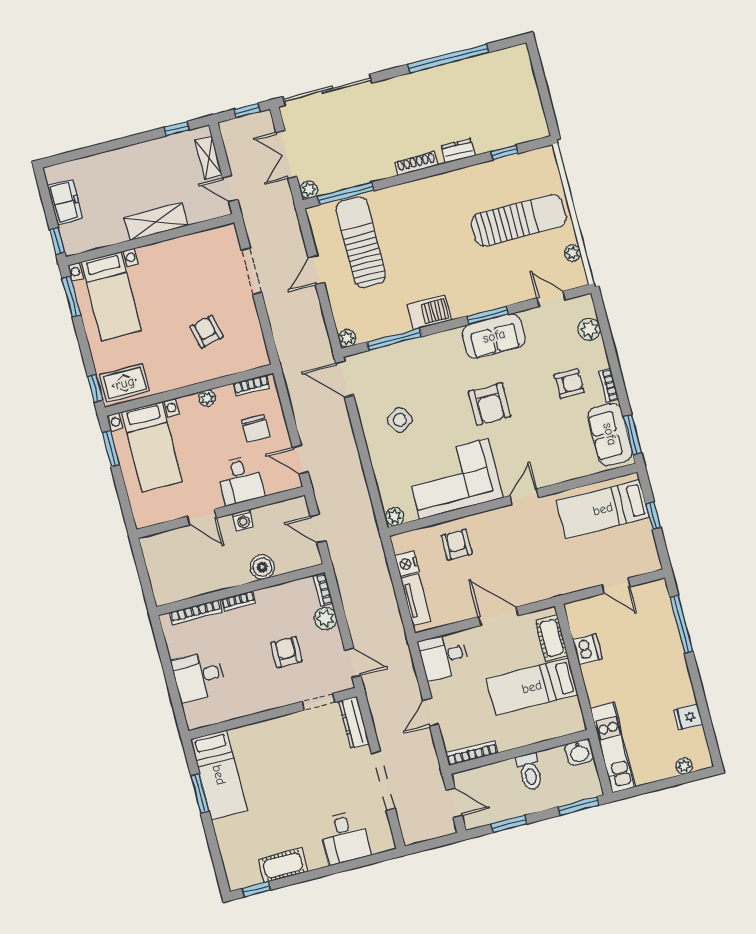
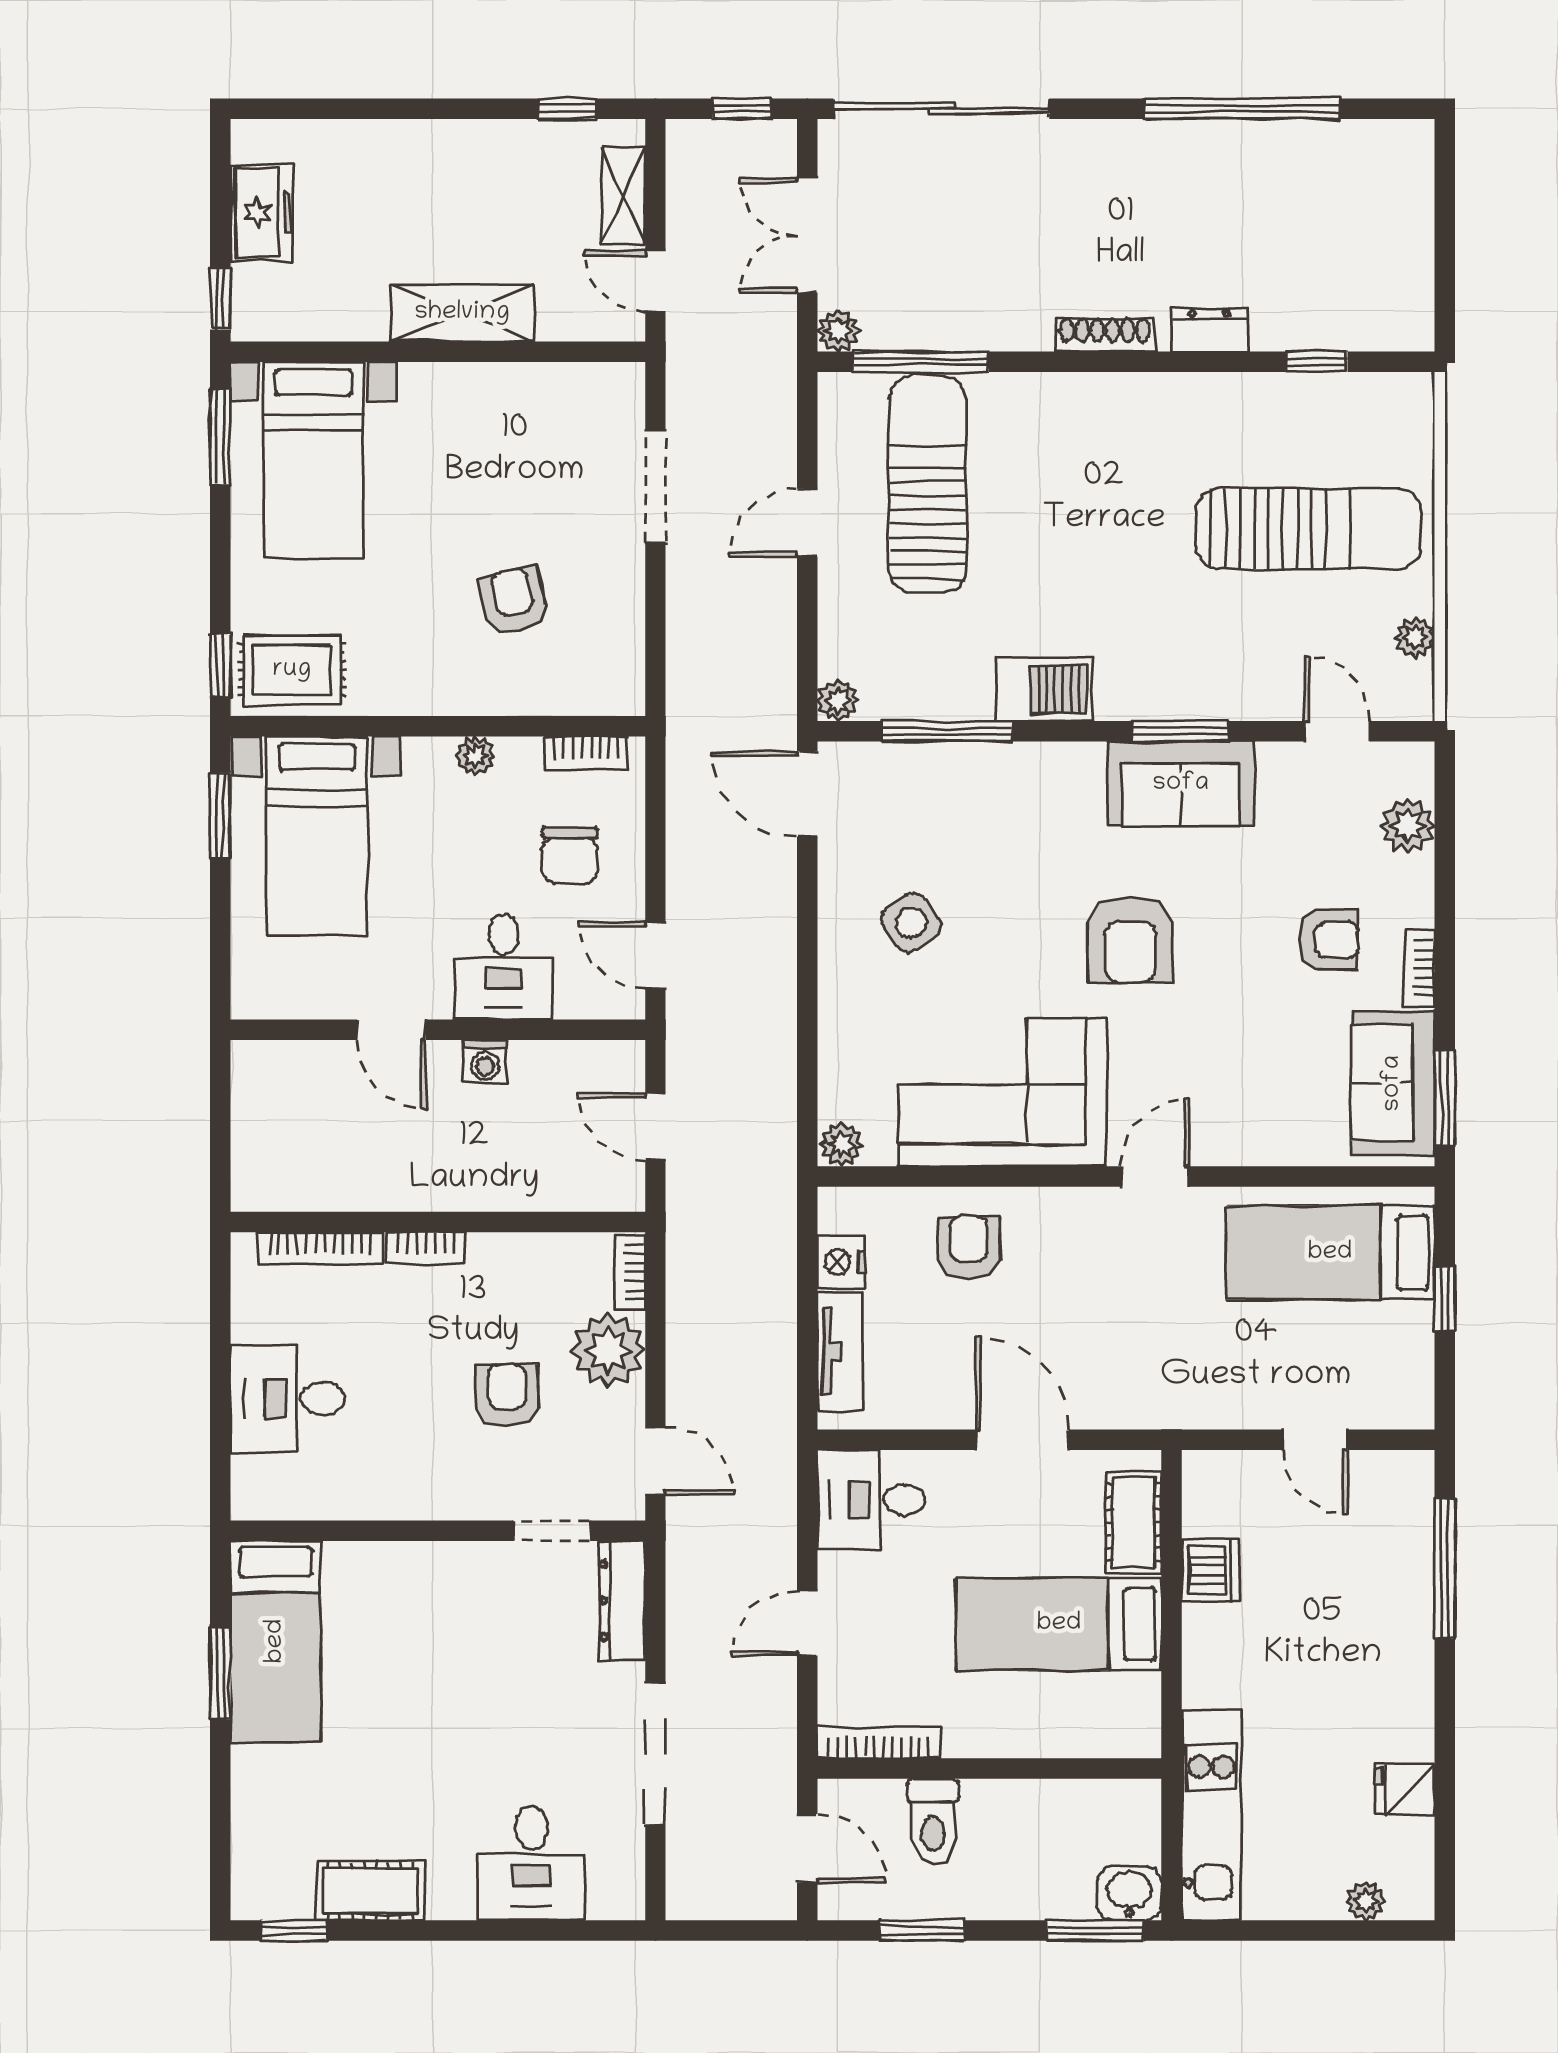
boiler: (262, 567) -> (502, 1183), removed
plant: (325, 619) -> (608, 1351), width x1.36, depth x1.36
washbasin: (579, 752) -> (1129, 1893), moved, turned 180
toilet: (530, 772) -> (933, 1821), moved

